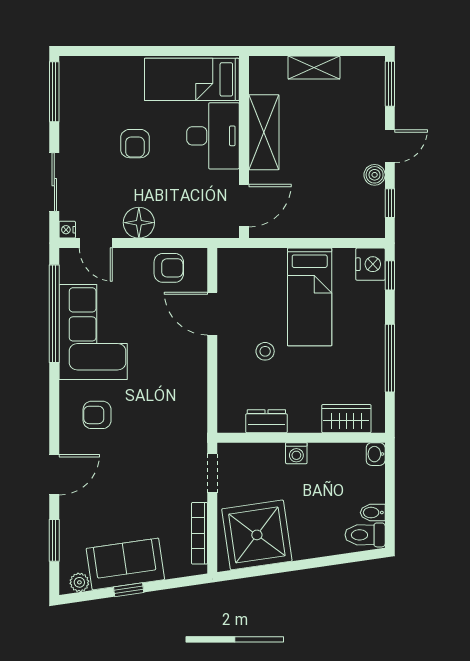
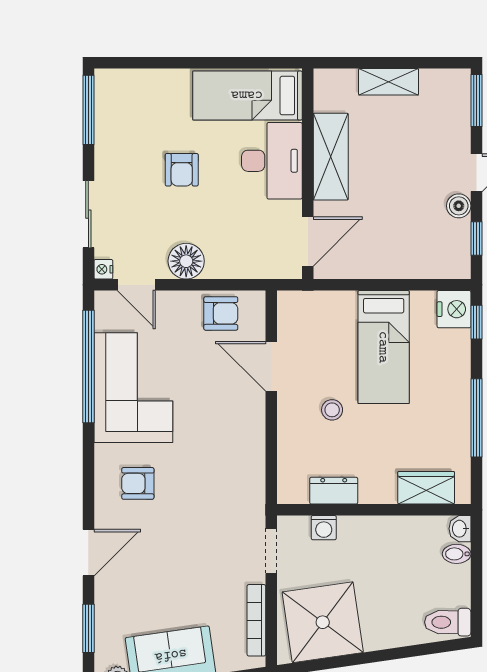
washing machine: (296, 453) -> (324, 528), moved
bidet: (373, 513) -> (457, 554), moved

